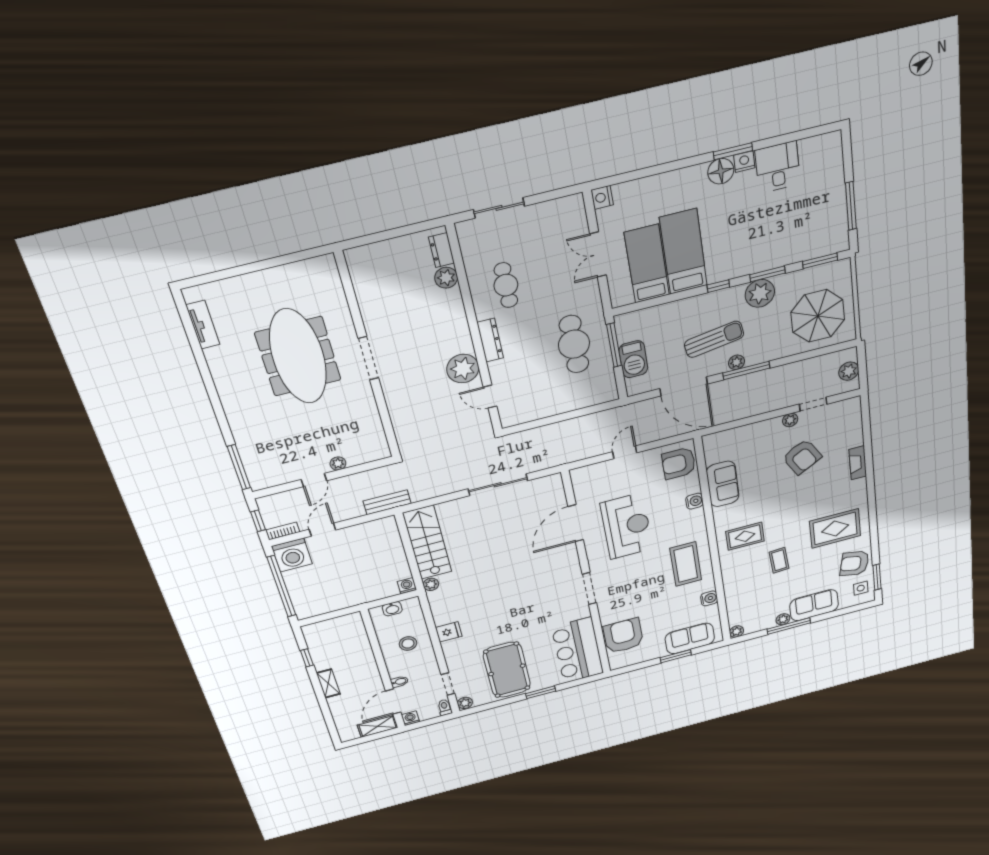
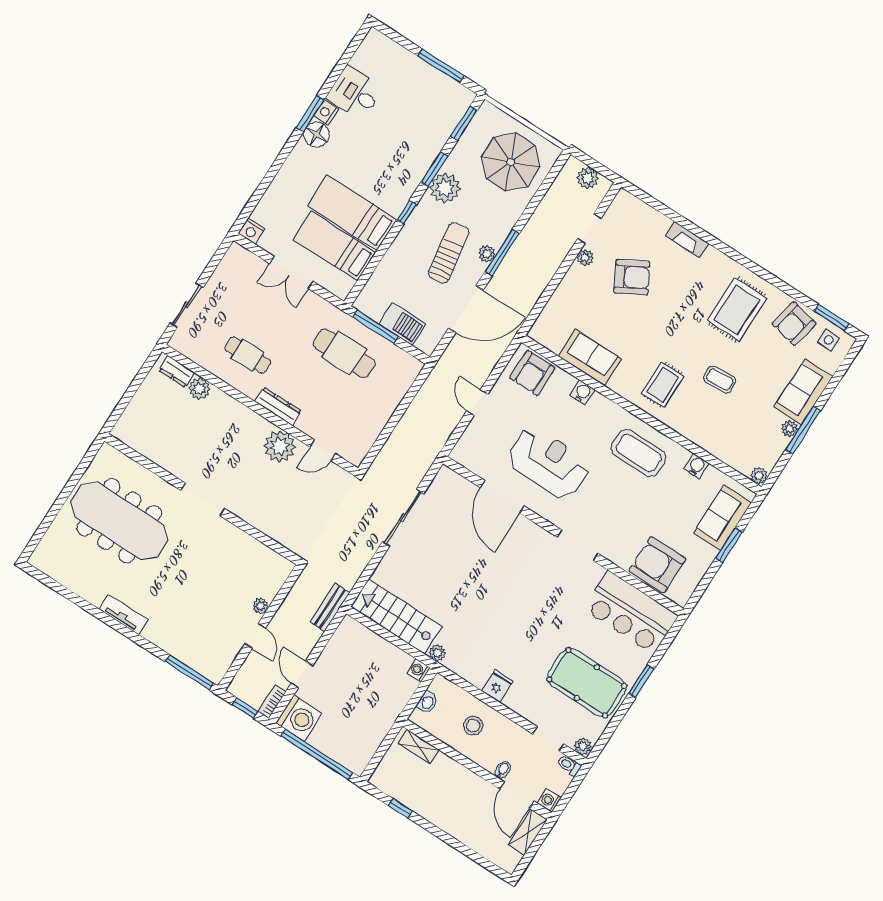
tv unit: (203, 325) -> (123, 614), moved
meeting table: (298, 356) -> (119, 521), moved
shelving: (328, 683) -> (419, 747), moved

